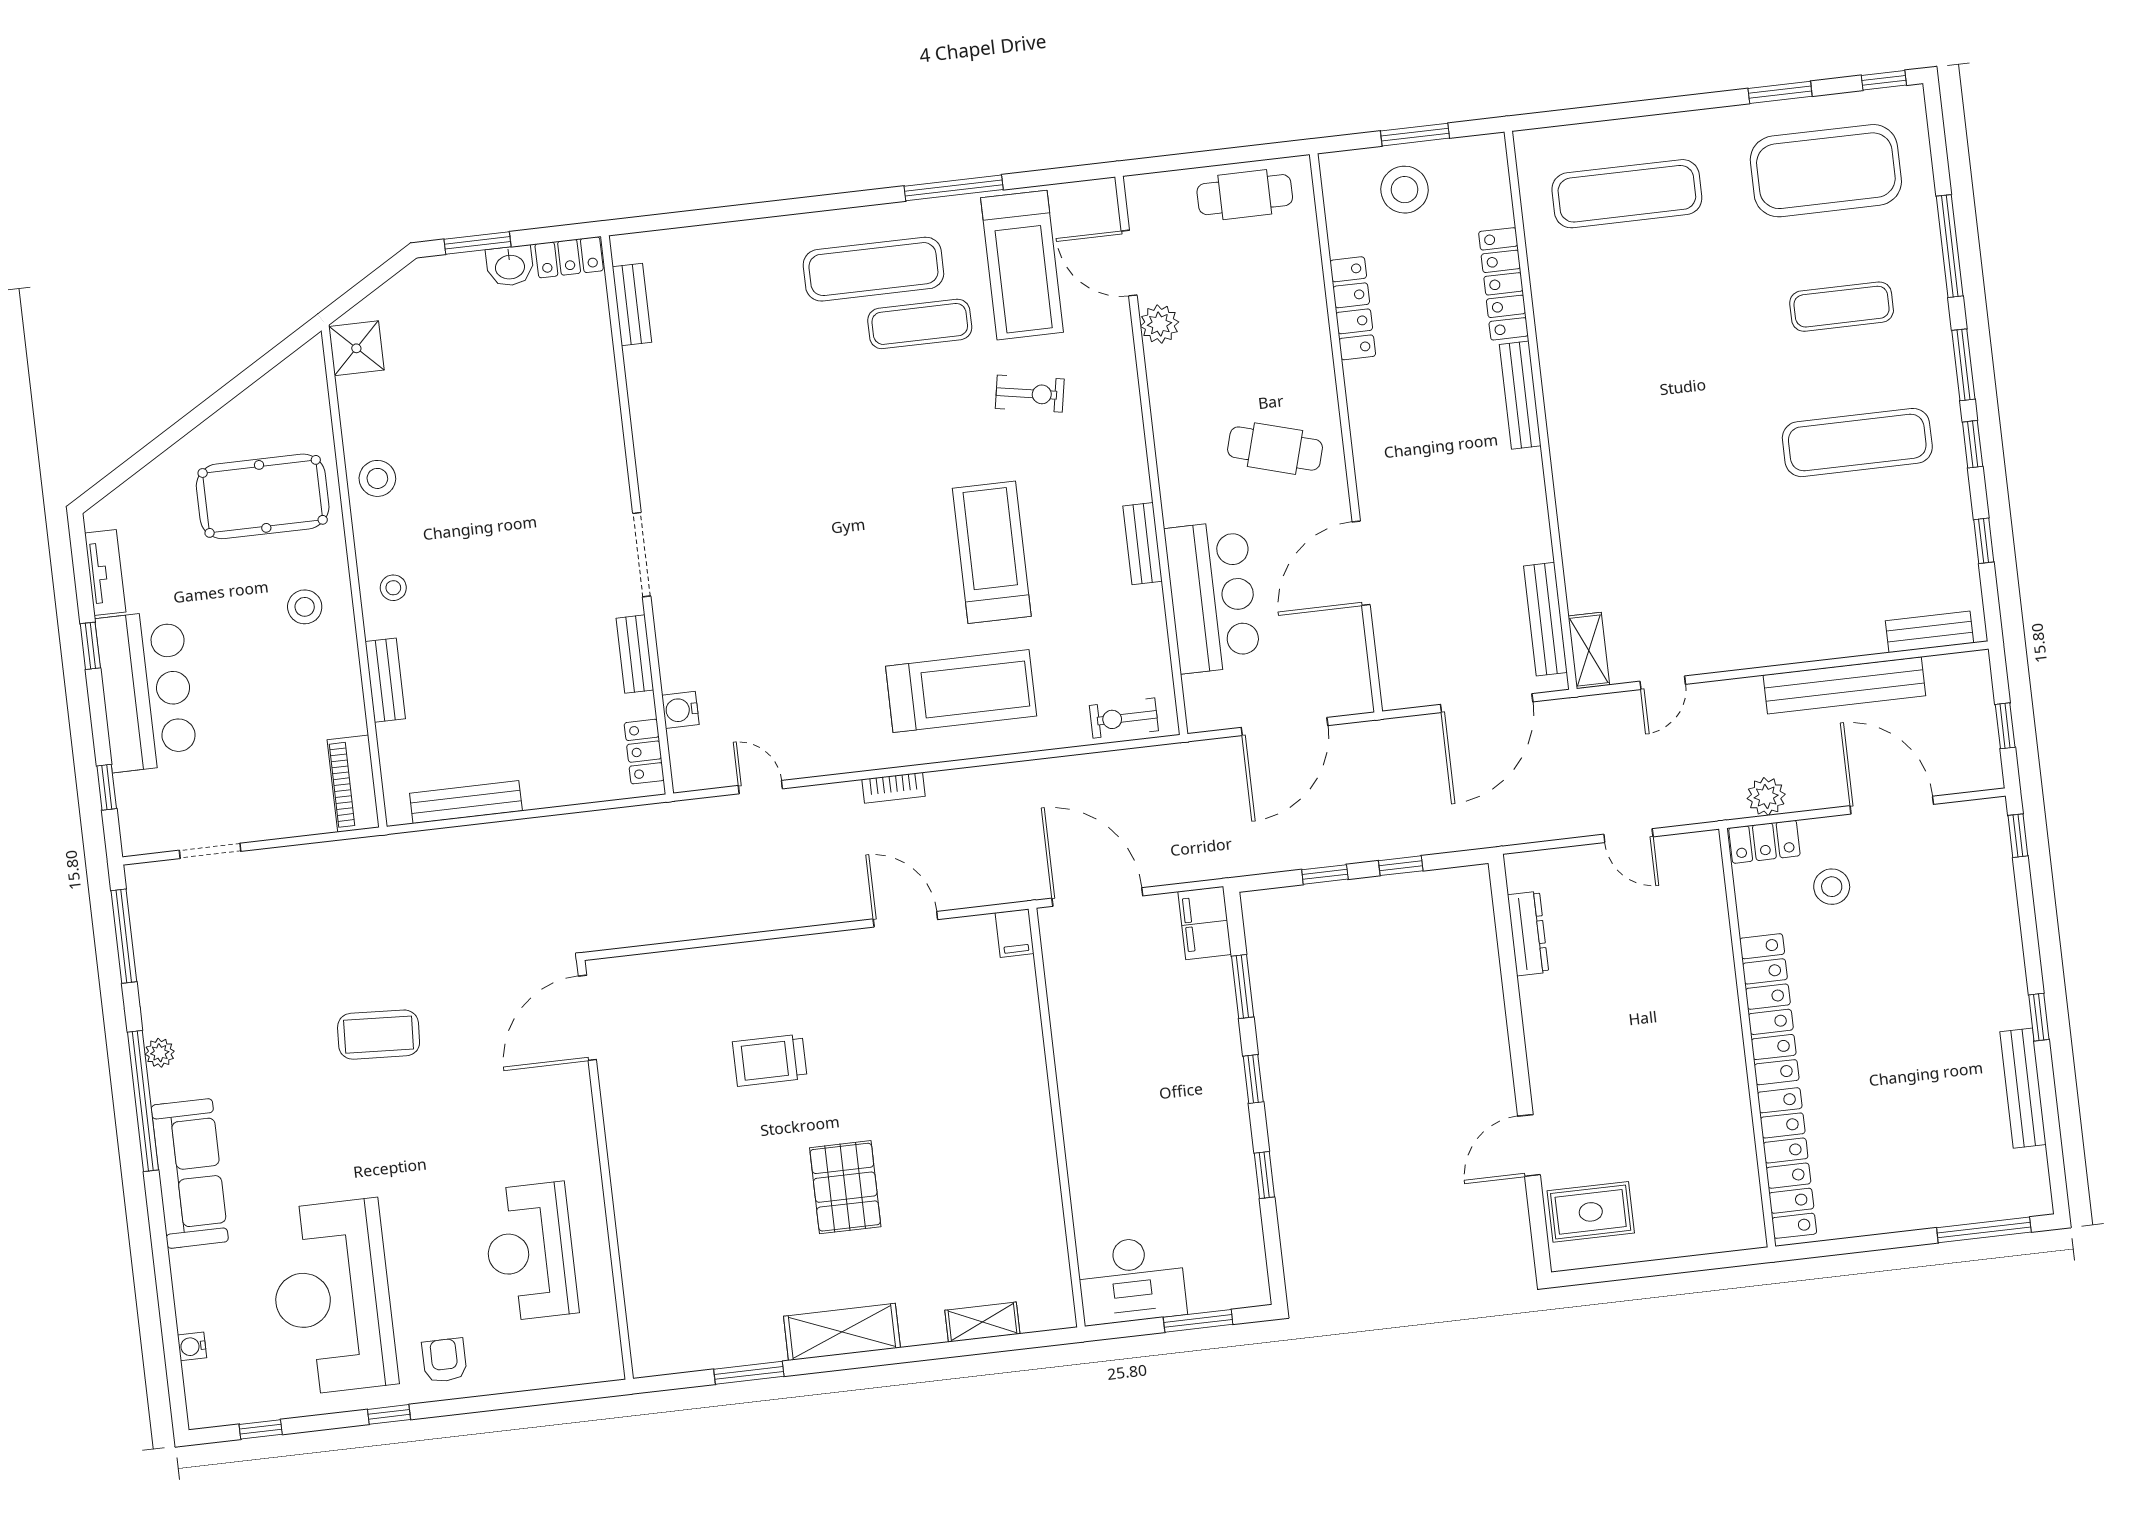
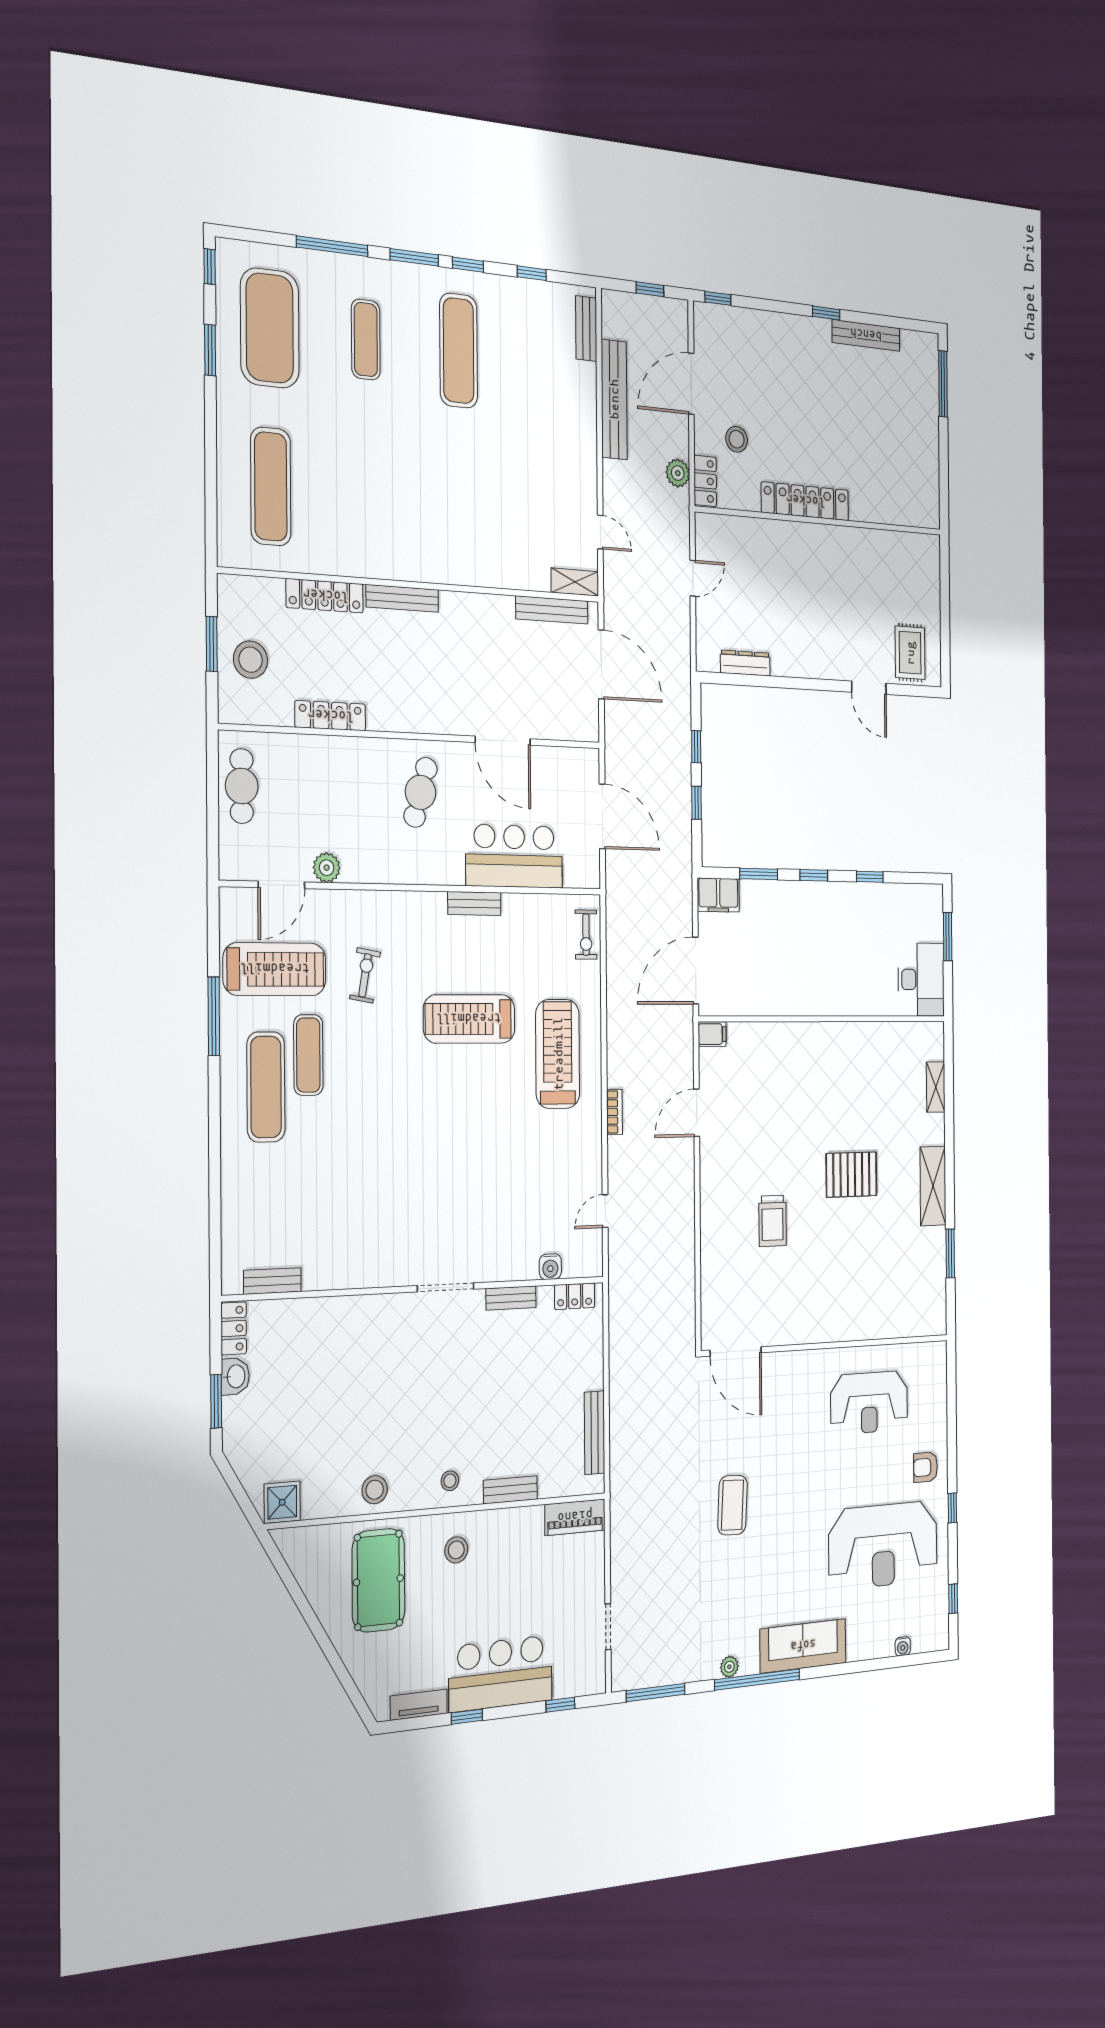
locker: (1787, 1163) -> (894, 510), removed

